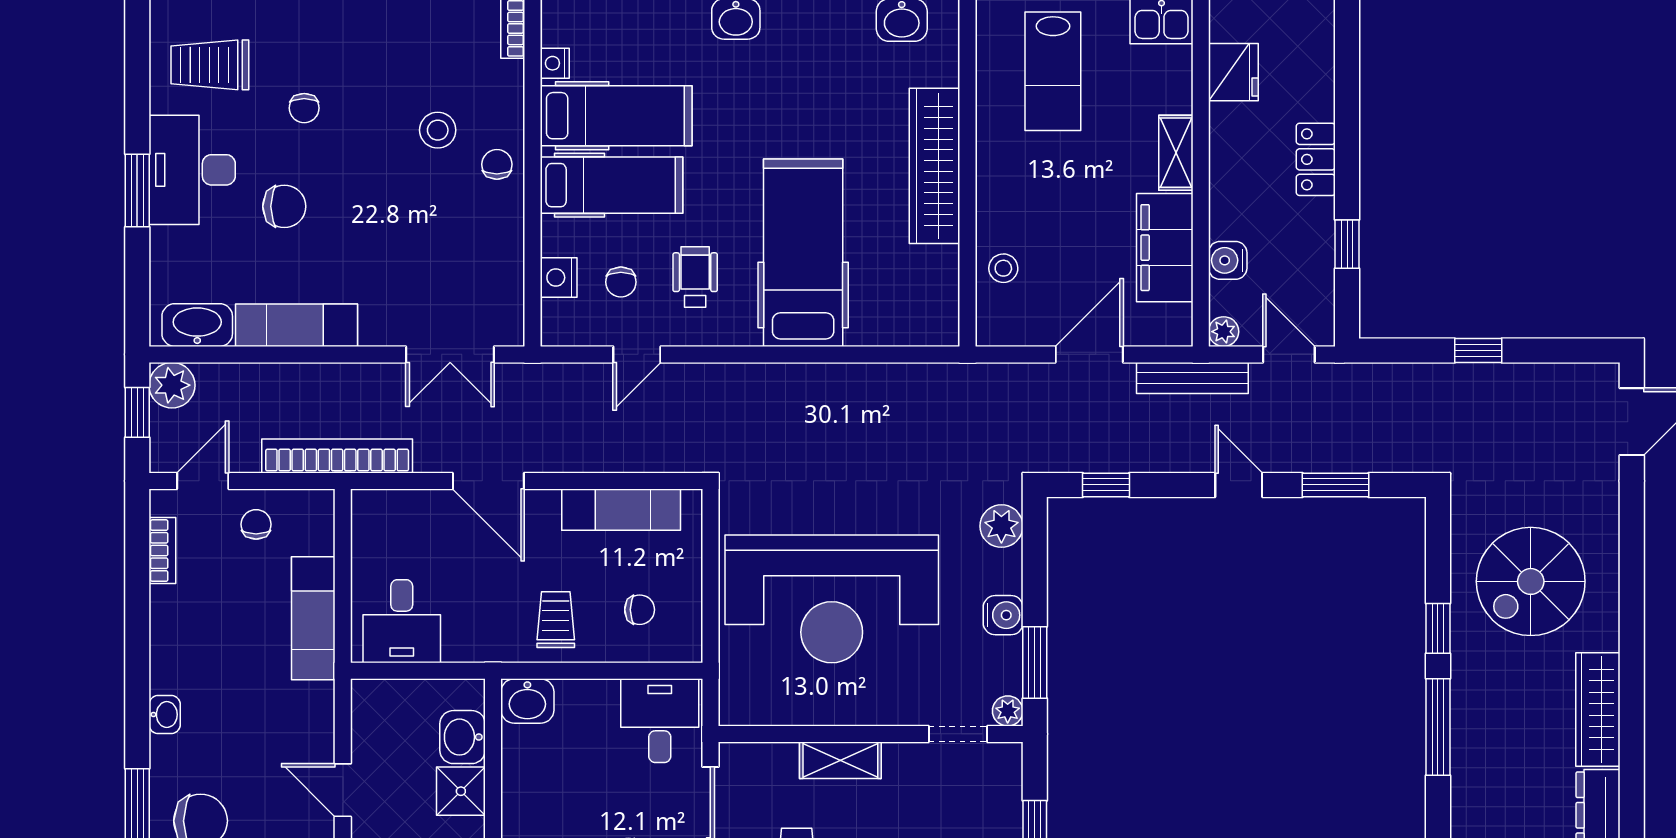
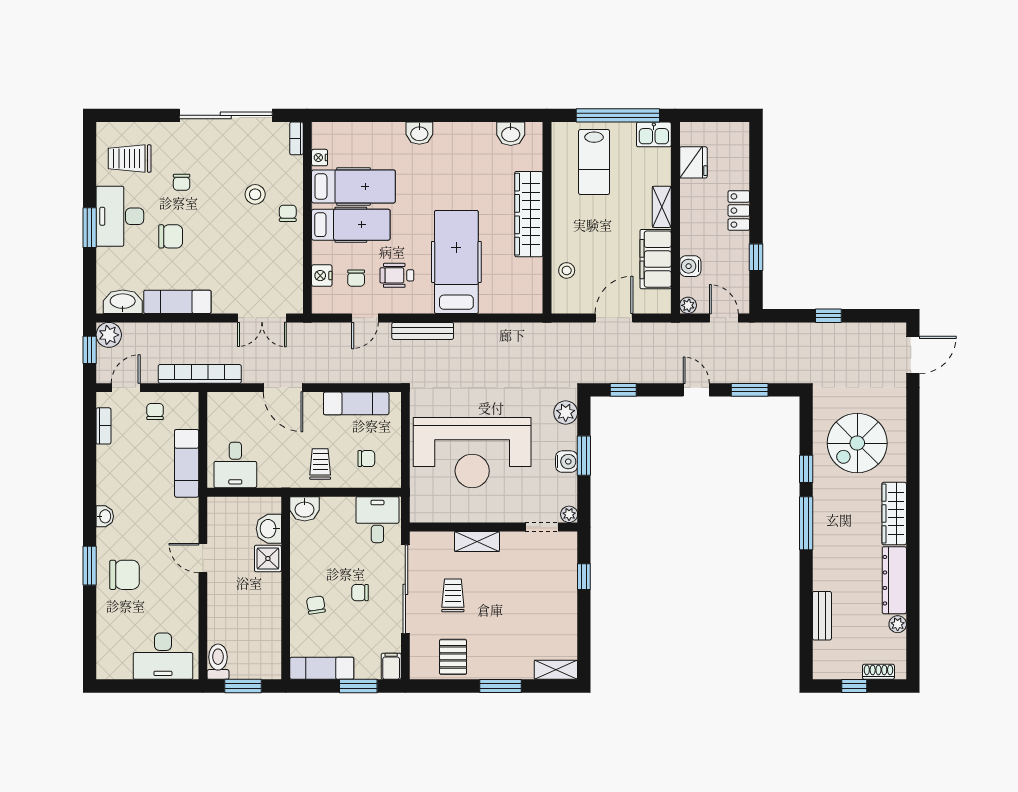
wheelchair: (695, 277) -> (397, 275), turned -90
bench: (1192, 378) -> (423, 331), moved
window: (1035, 663) -> (584, 456), moved

